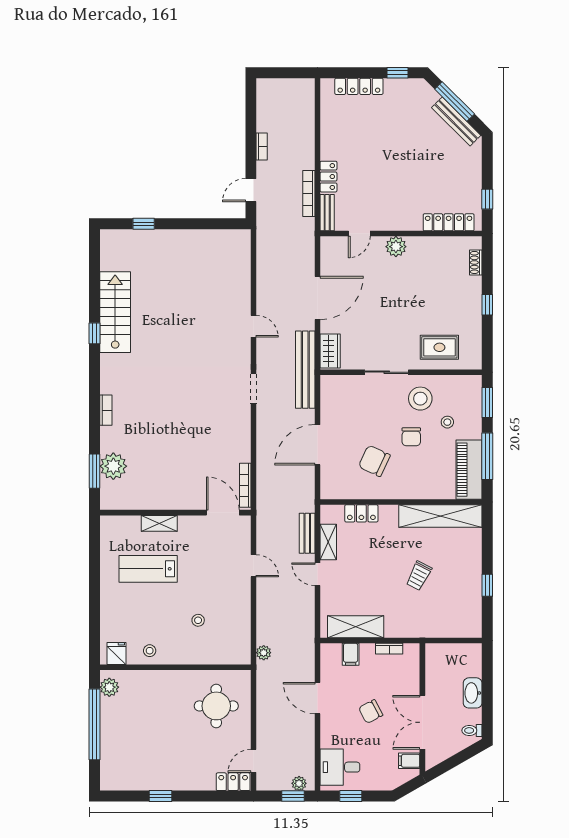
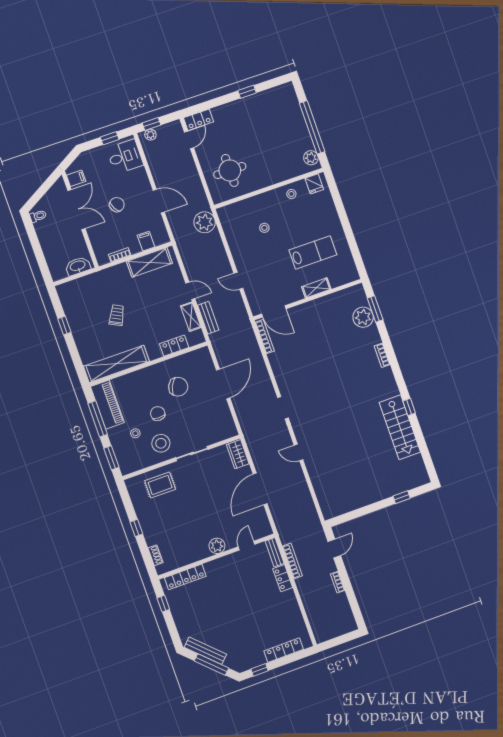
bench: (305, 370) -> (251, 435), removed
plant: (264, 653) -> (205, 222), width x1.87, depth x1.87
washbasin: (473, 693) -> (78, 266), moved, turned -90

